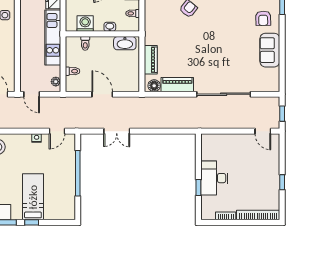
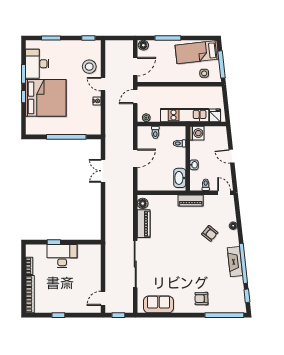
washing machine: (85, 23) -> (197, 133), moved
sofa: (270, 50) -> (158, 304), moved
piano: (151, 60) -> (191, 200), moved
door: (57, 131) -> (103, 84), moved
bed: (33, 197) -> (46, 98), width x2.04

